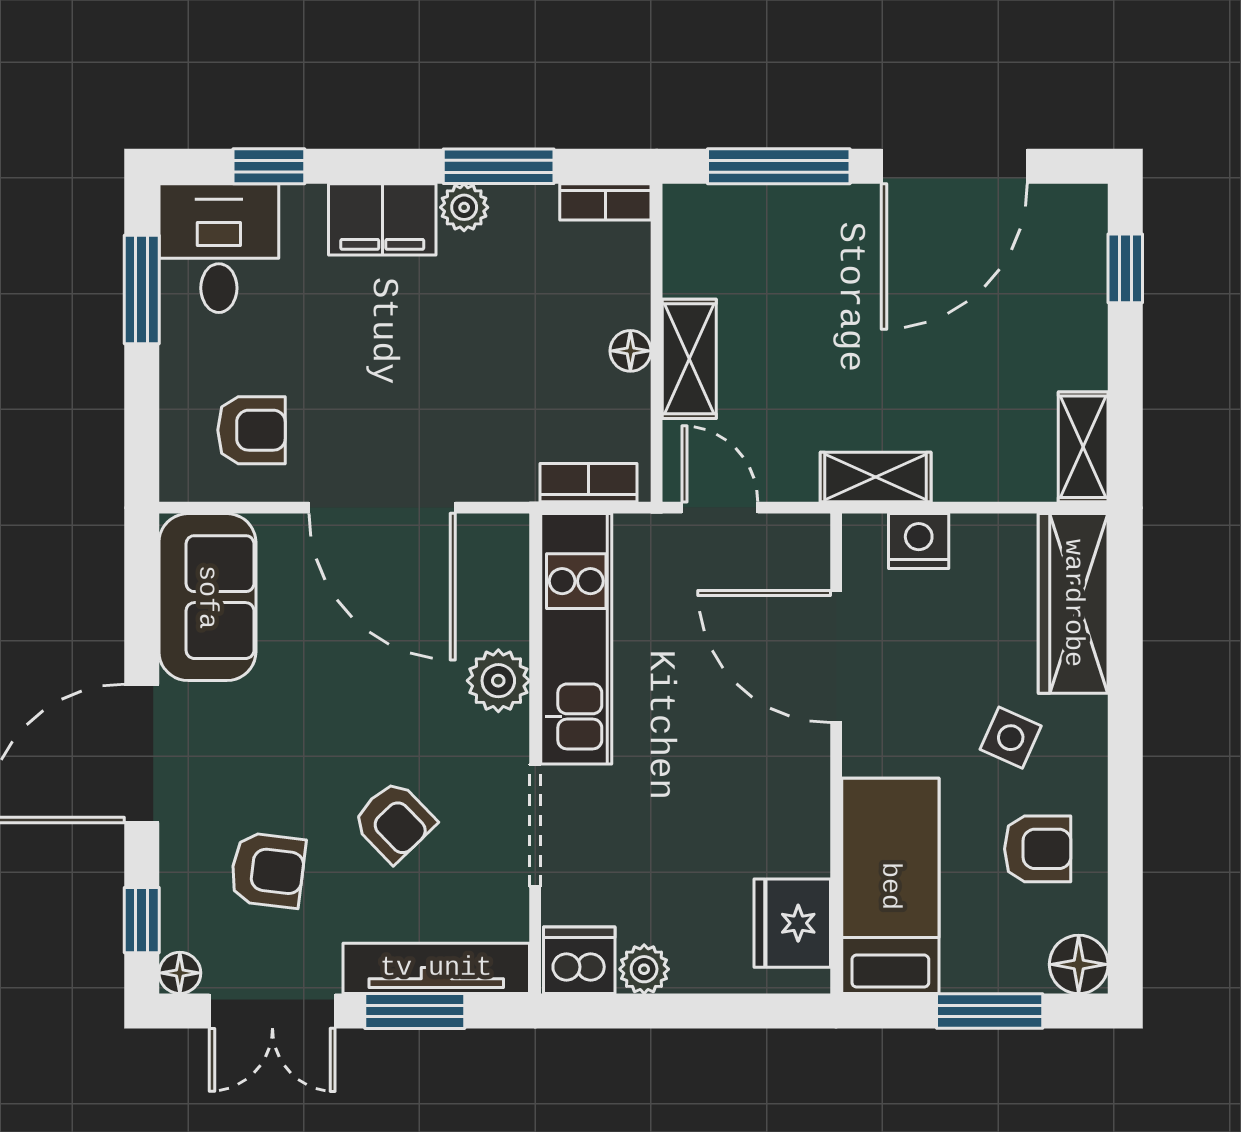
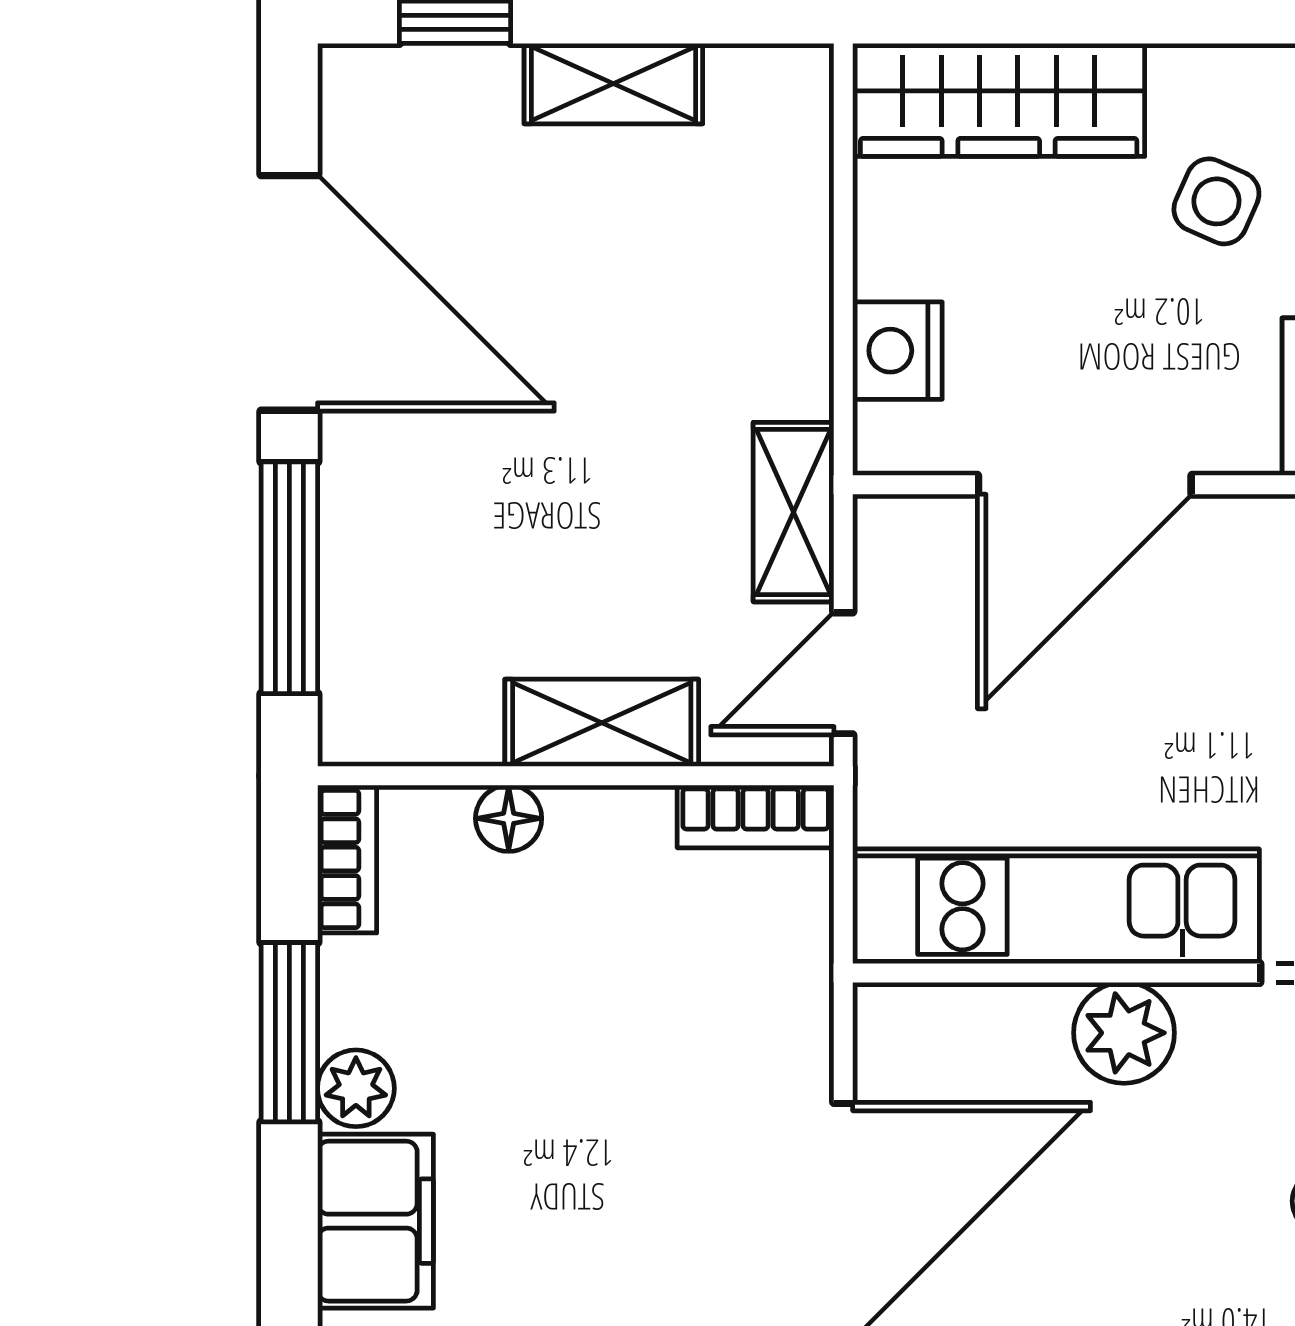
floor lamp: (630, 351) -> (509, 818), moved
shelving: (1083, 447) -> (613, 84), moved
shelving: (876, 477) -> (794, 512), moved
bookcase: (588, 483) -> (756, 817), moved, turned -90

